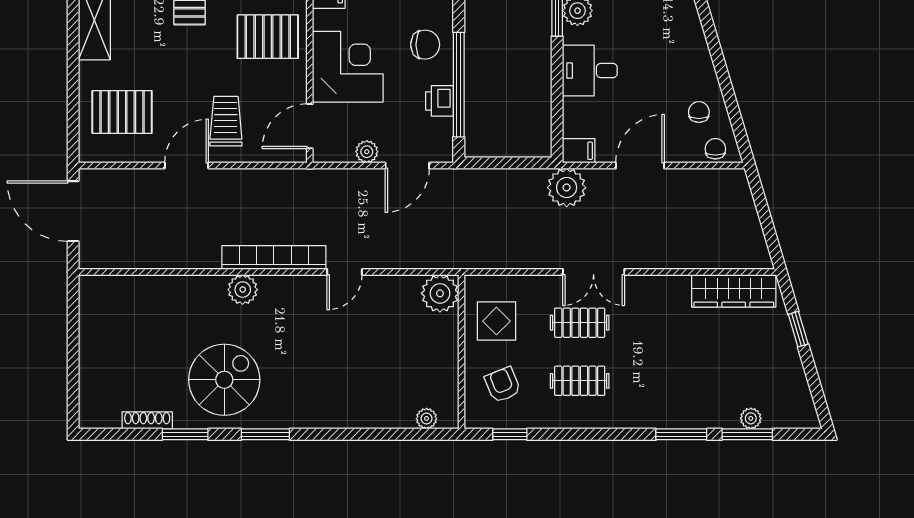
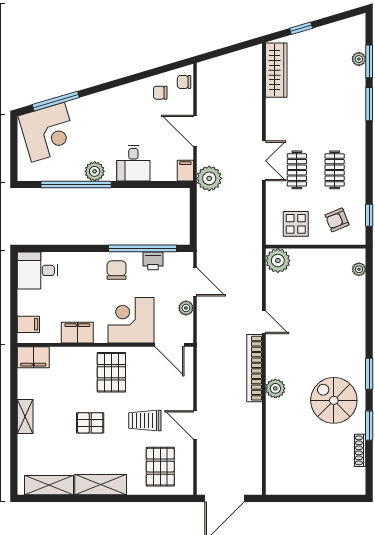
trolley: (226, 121) -> (145, 421), moved

